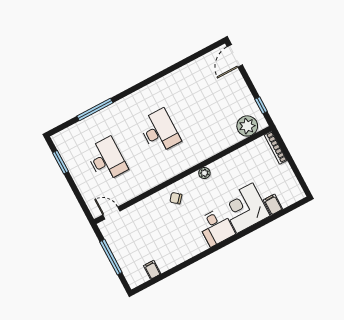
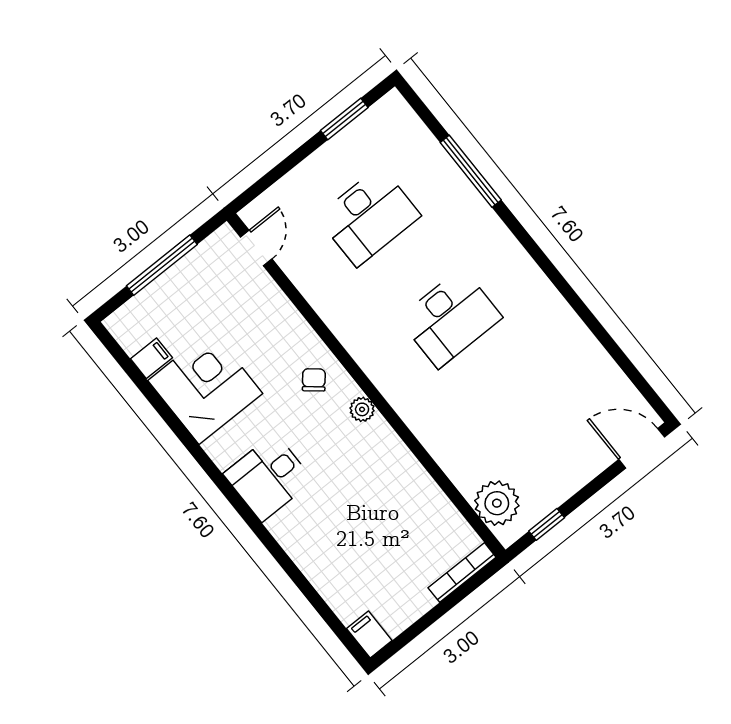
plant: (204, 173) -> (362, 409), moved
filing cabinet: (273, 205) -> (369, 635), moved, turned -90
corner desk: (245, 208) -> (205, 387), moved

